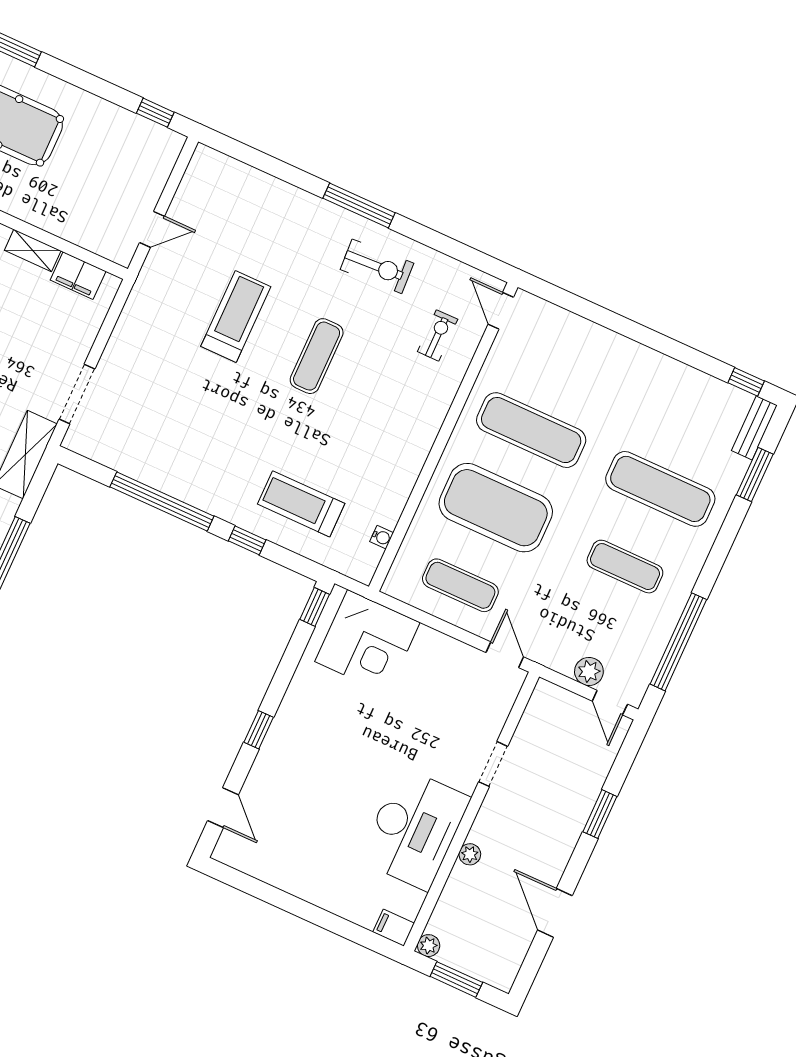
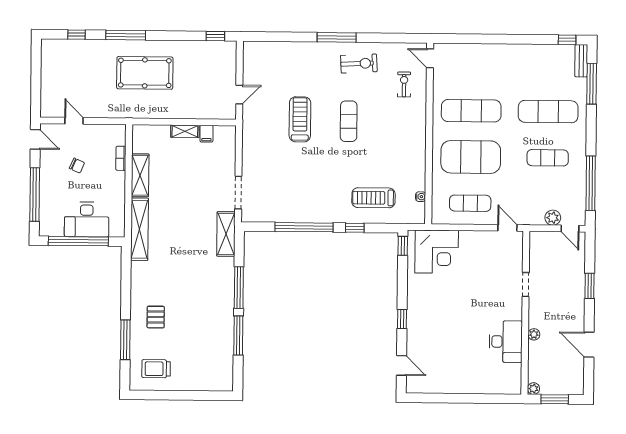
filing cabinet: (78, 276) -> (206, 134), width x0.50
window: (755, 474) -> (592, 84), width x1.44
desk: (414, 829) -> (506, 342), width x0.73, depth x0.77
filing cabinet: (394, 928) -> (512, 387), removed

